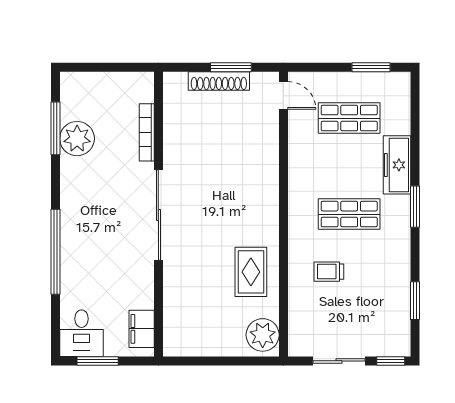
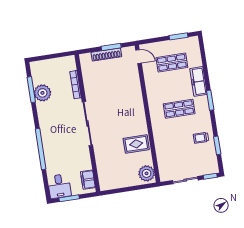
rug: (251, 272) -> (136, 144), turned 90
trolley: (329, 272) -> (201, 138), moved

